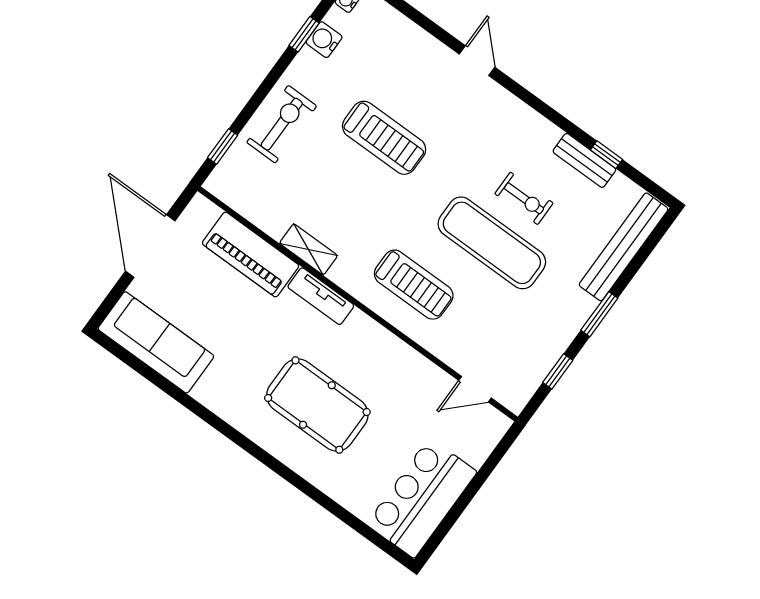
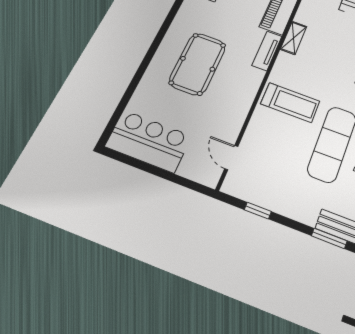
treadmill: (414, 285) -> (290, 102), turned -90
window: (599, 314) -> (329, 238), moved

